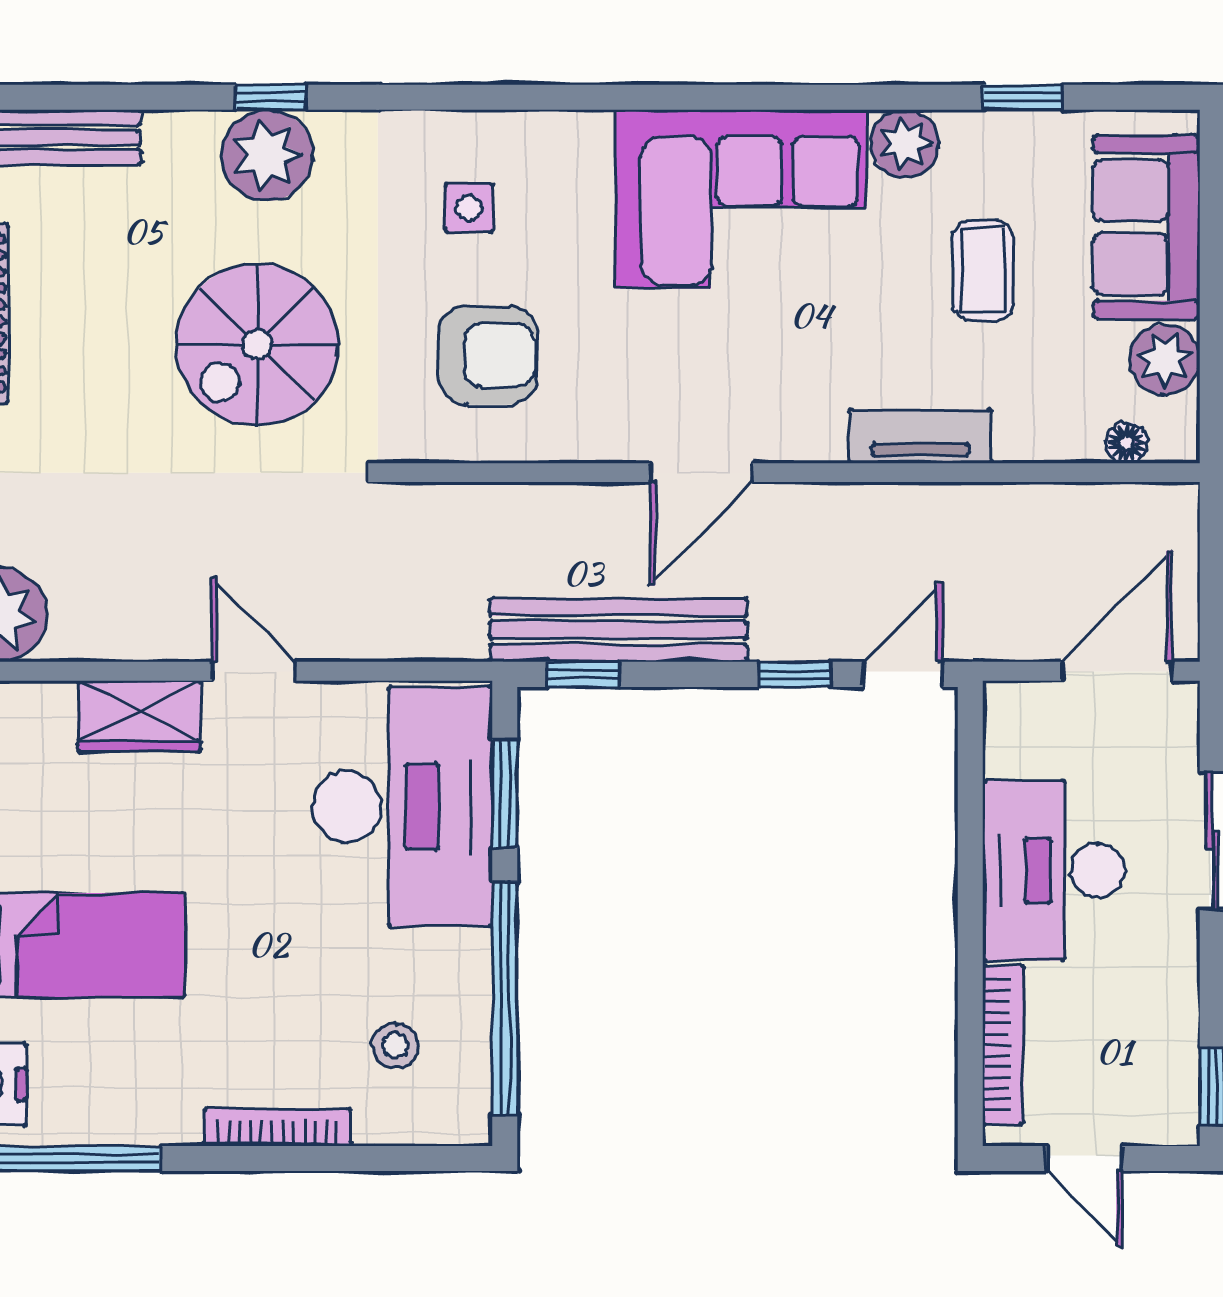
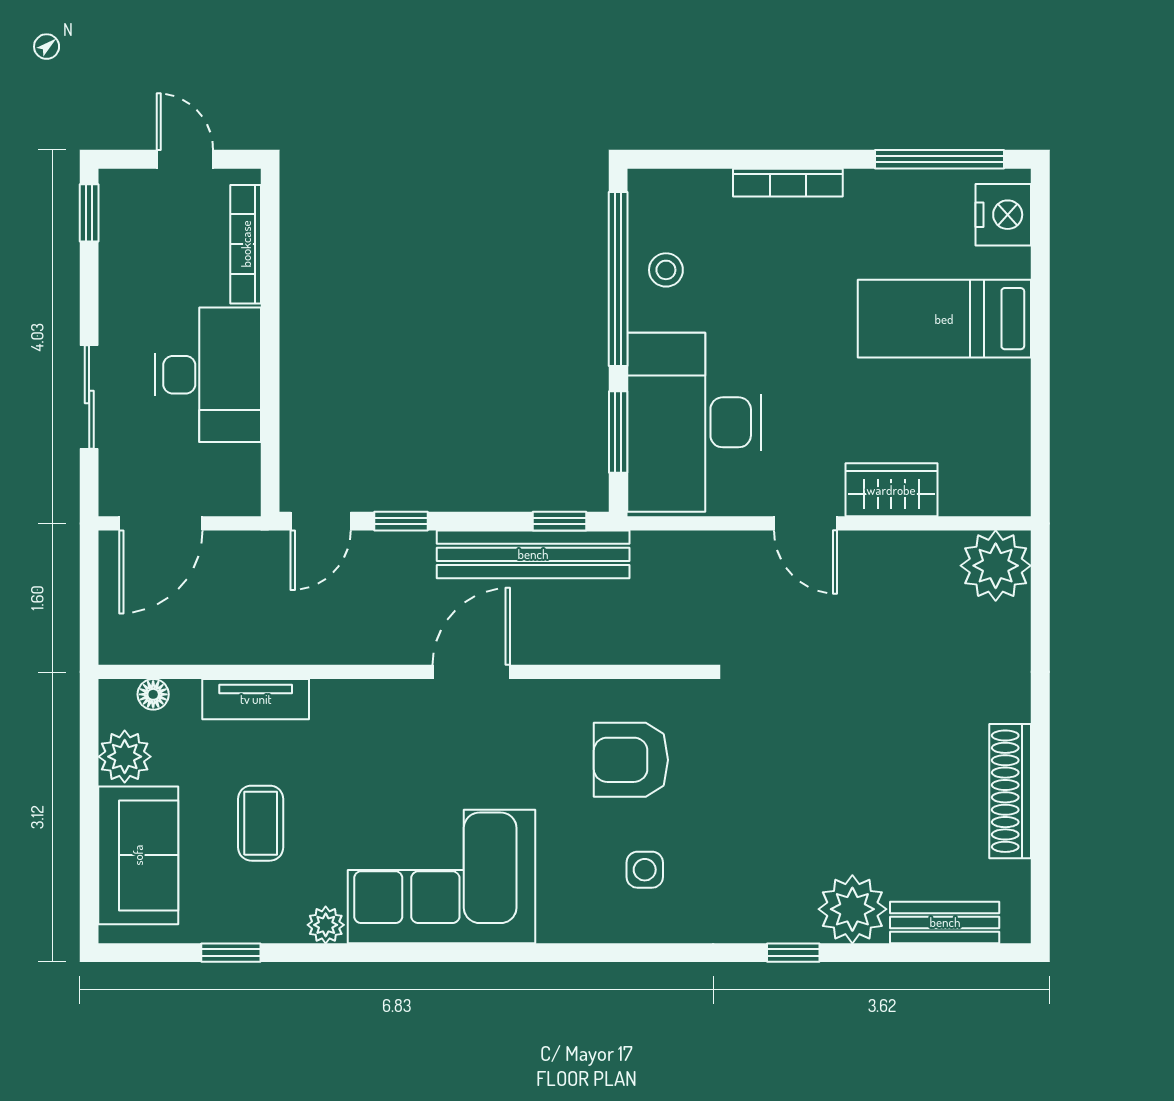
plant: (905, 143) -> (326, 925), width x0.73, depth x0.73
plant: (267, 155) -> (852, 909), moved
spiral stairs: (257, 345) -> (803, 768), removed
tv unit: (920, 436) -> (256, 699), moved
stool: (395, 1045) -> (666, 270), moved

